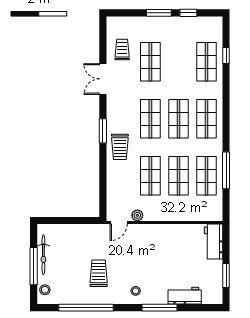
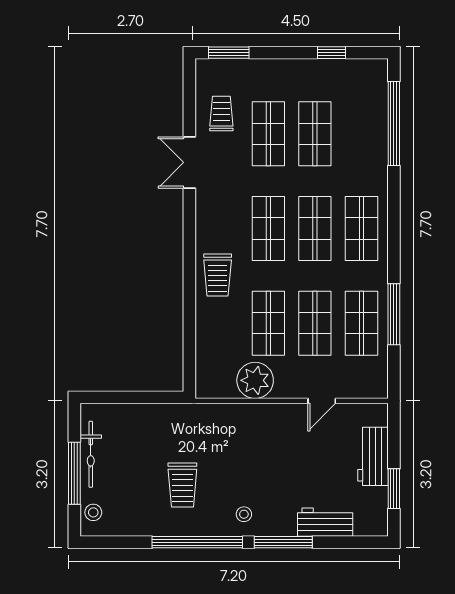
window: (159, 13) -> (229, 53), moved
window: (226, 56) -> (394, 124), width x3.17
shop shelf: (206, 62) -> (315, 134), moved
window: (103, 131) -> (189, 249), removed
plant: (137, 215) -> (255, 380), width x1.87, depth x1.87
door: (119, 223) -> (322, 401), moved
workbench: (213, 242) -> (373, 456), moved
trolley: (99, 273) -> (182, 485), turned 180
window: (86, 308) -> (197, 542), moved

